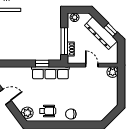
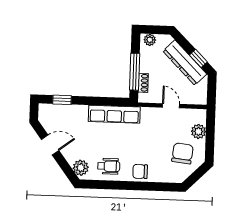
window: (42, 64) -> (62, 100), moved
plant: (113, 72) -> (198, 131), moved
chair: (101, 100) -> (183, 153), added

